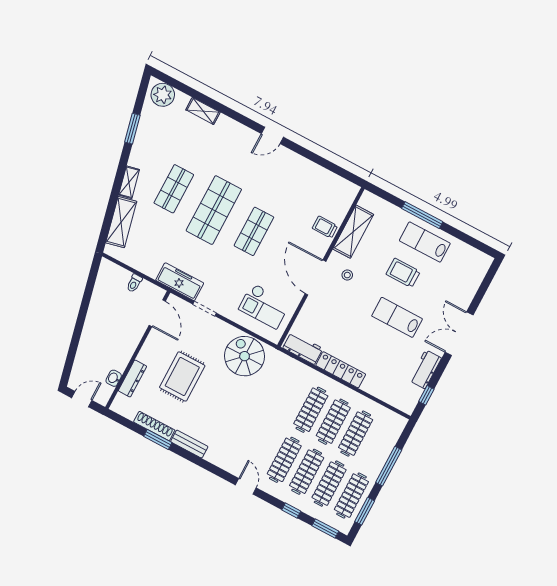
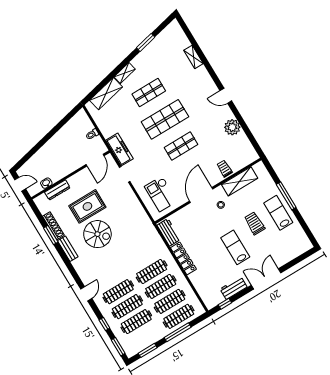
plant: (163, 95) -> (232, 127), moved
spiral stairs: (245, 356) -> (97, 234), moved, turned 90
clothes rail: (351, 496) -> (179, 316), moved

